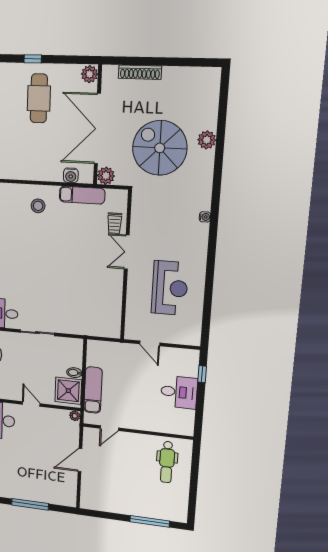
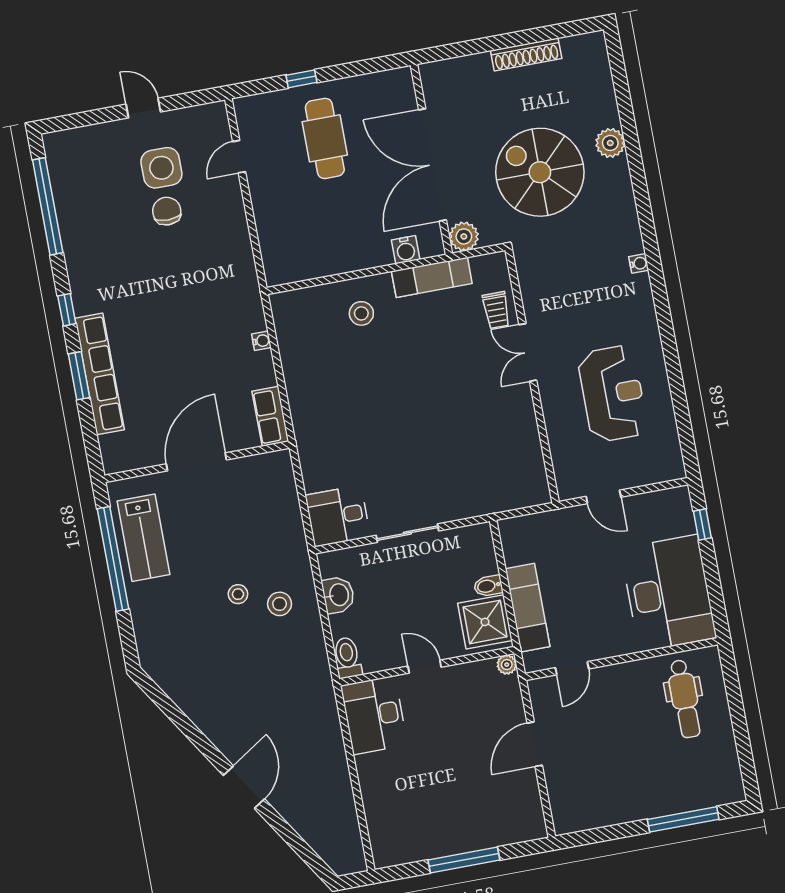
shoe rack: (140, 72) -> (526, 54), moved
plant: (90, 74) -> (400, 83), removed
desk: (179, 392) -> (668, 593), width x1.87, depth x1.30

